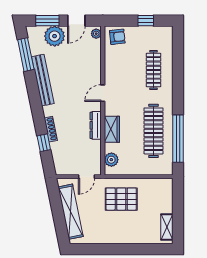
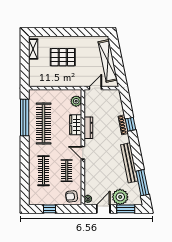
clothes rail: (124, 70) -> (67, 171), added
door: (103, 93) -> (83, 153), swing flipped
window: (44, 143) -> (131, 124), moved
pallet: (121, 199) -> (63, 57), moved

